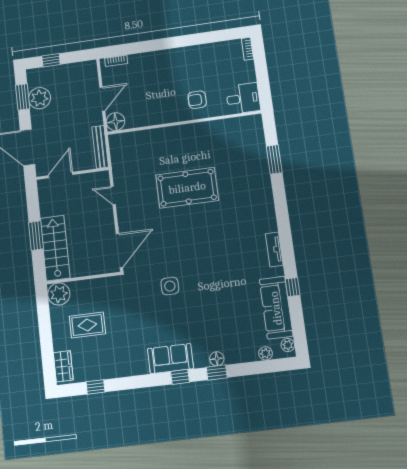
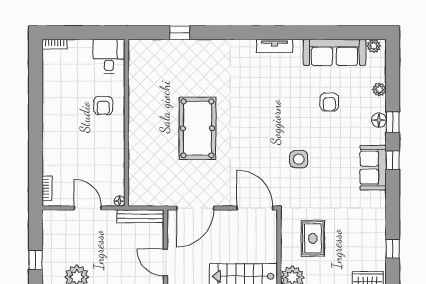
floor lamp: (116, 122) -> (119, 201), width x0.53, depth x0.53
window: (274, 159) -> (180, 33), width x0.67
door: (113, 195) -> (195, 208), width x1.88
window: (293, 287) -> (316, 33), removed
armchair: (228, 309) -> (329, 102), added
rug: (87, 325) -> (313, 238), moved
plant: (265, 353) -> (379, 89), moved

